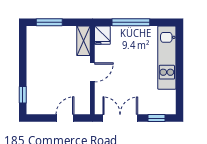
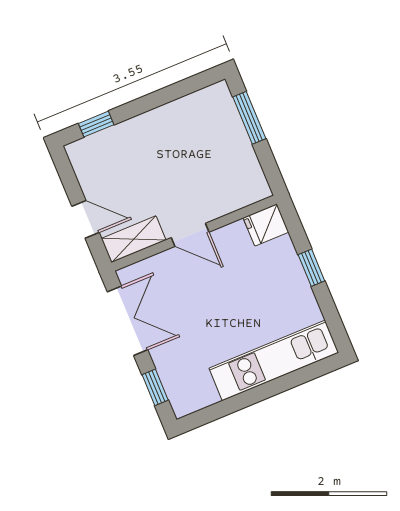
window: (131, 22) -> (311, 268), width x0.46
shelving: (83, 41) -> (134, 239), moved

